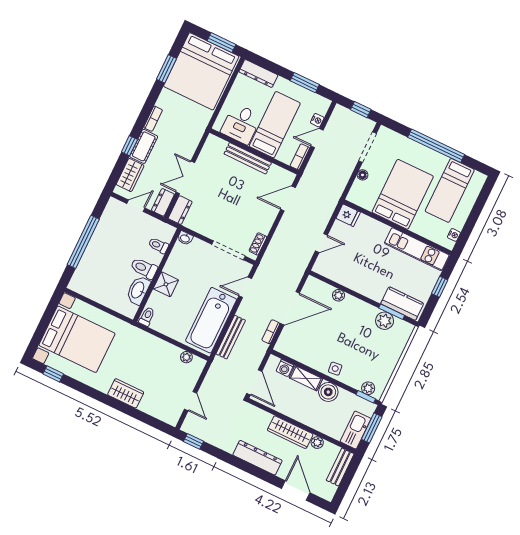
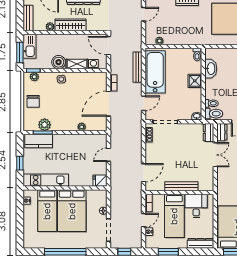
bed: (450, 190) -> (47, 211), moved, turned 180
toilet: (144, 268) -> (214, 114), moved
chair: (385, 358) -> (33, 101), added
door: (191, 401) -> (143, 14), swing flipped

